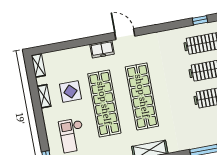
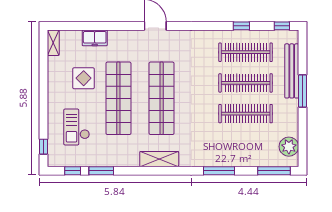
freezer: (102, 49) -> (95, 38), moved
shelving: (44, 96) -> (53, 78), removed

